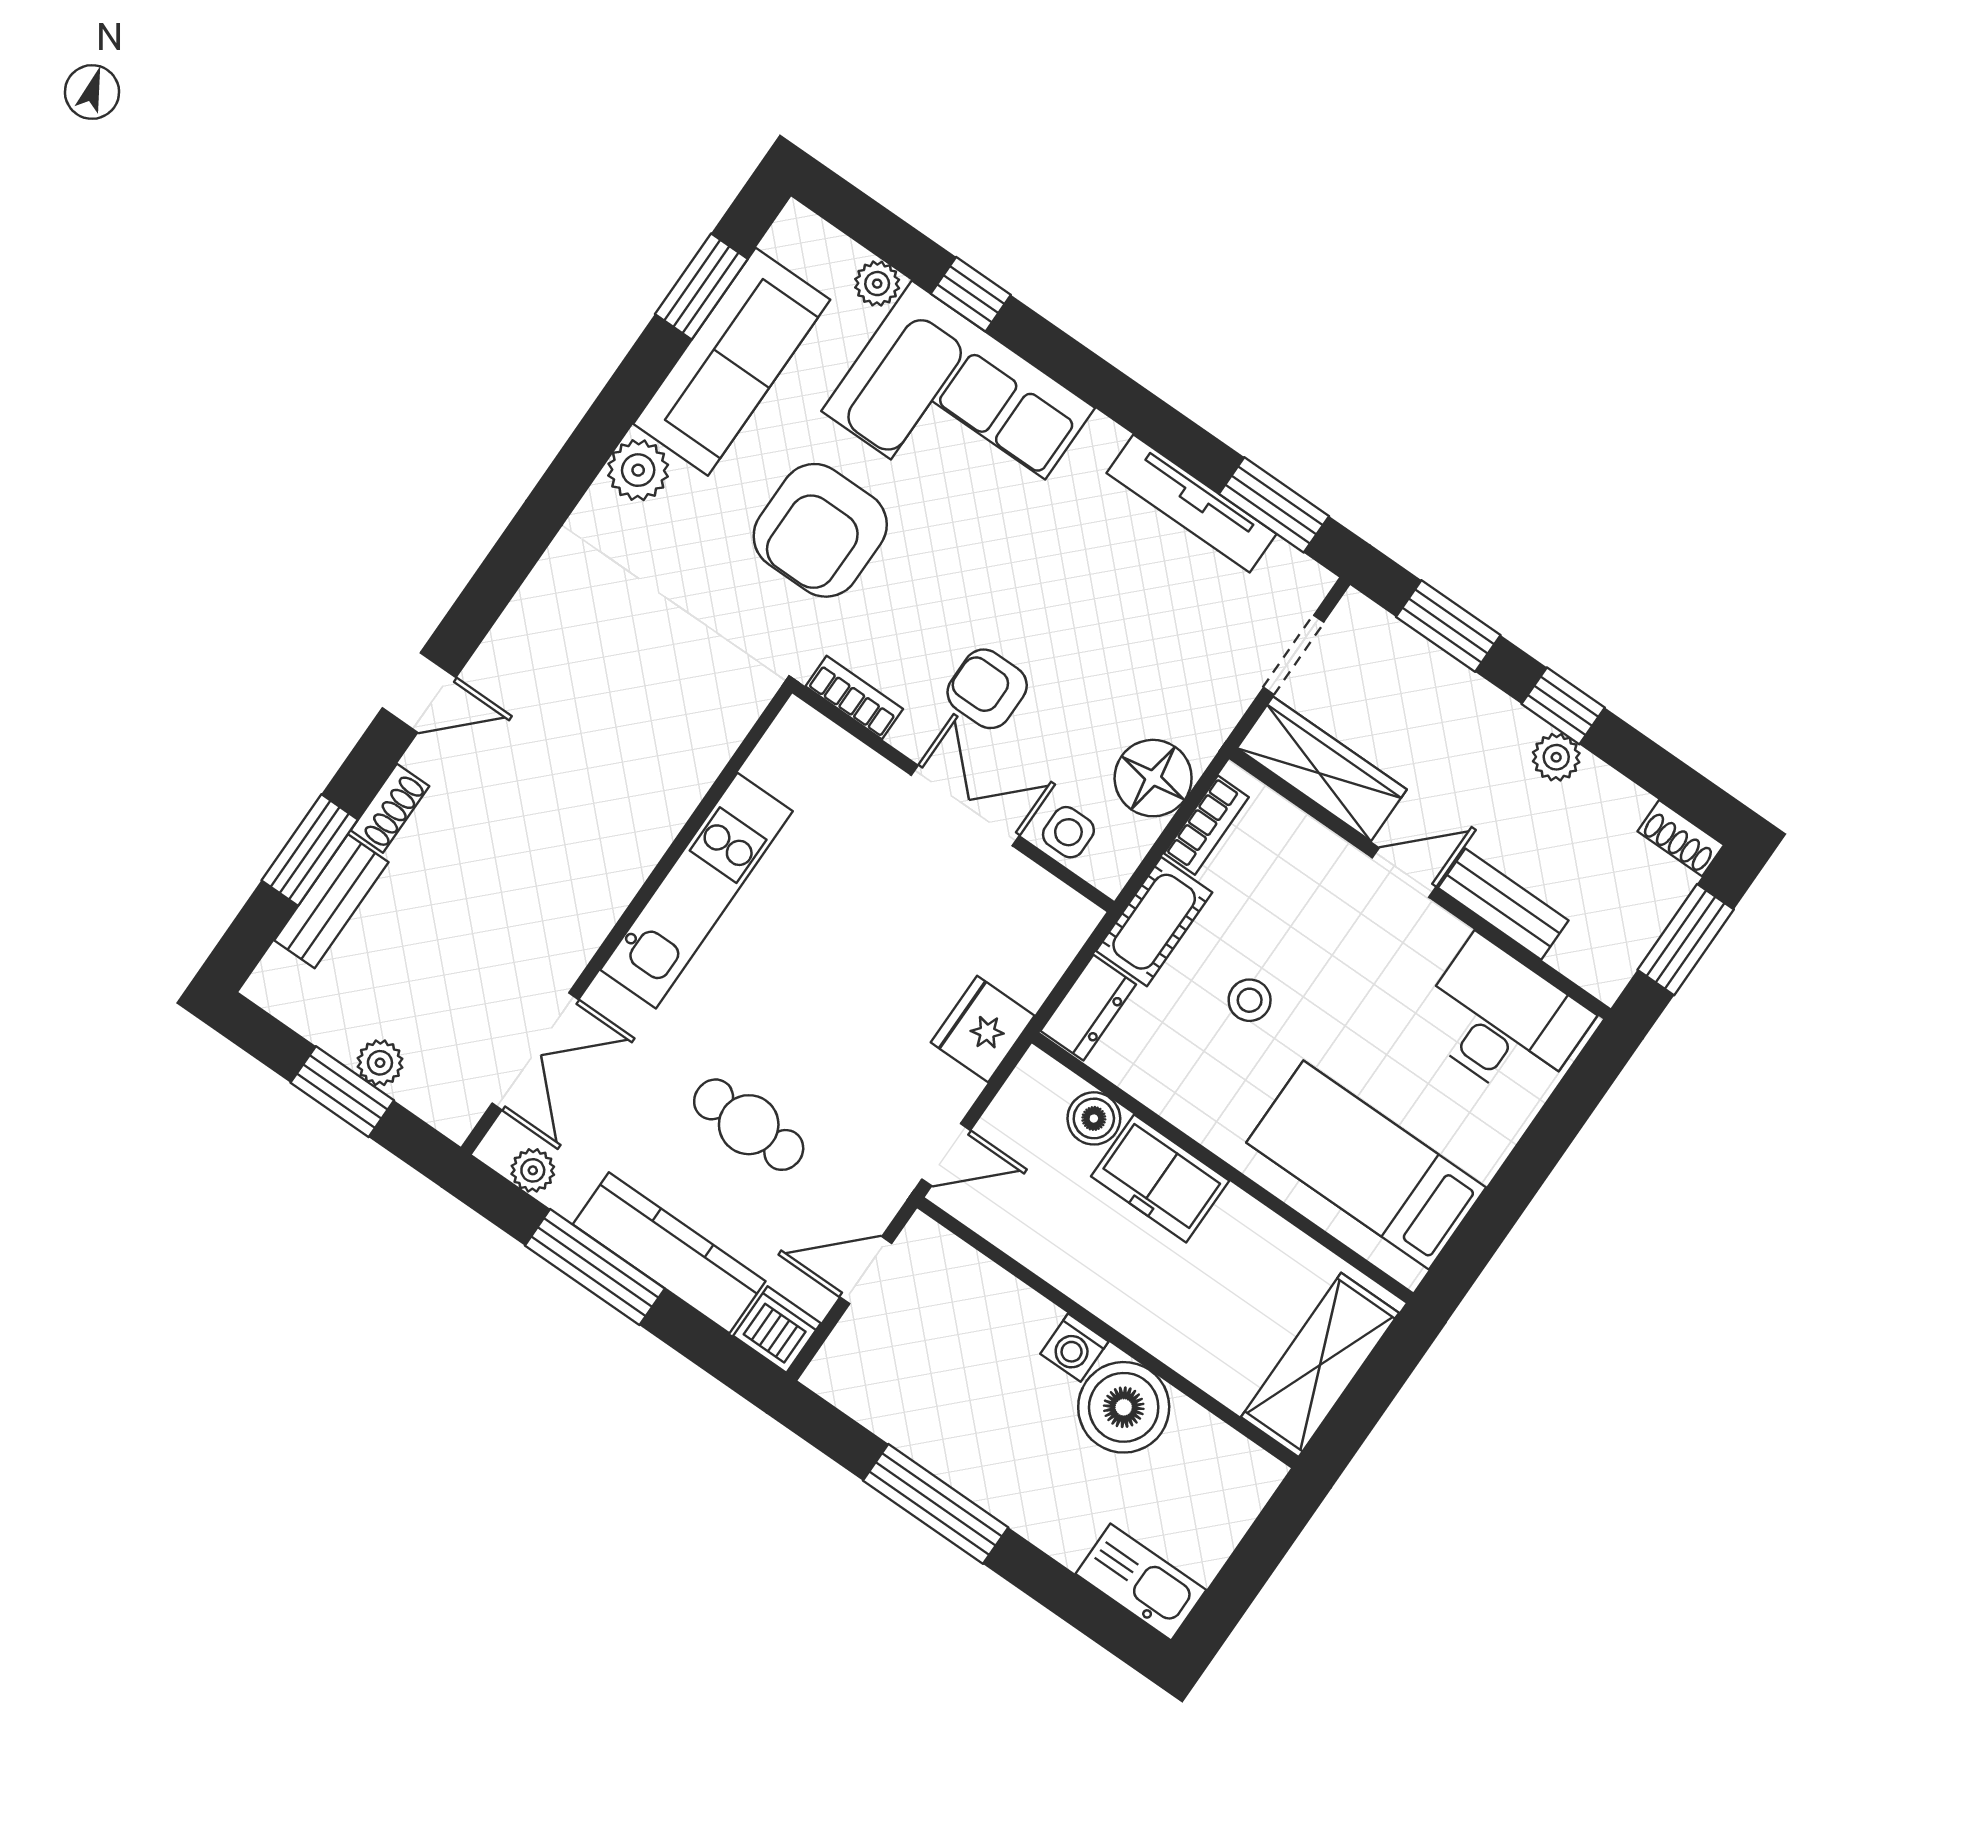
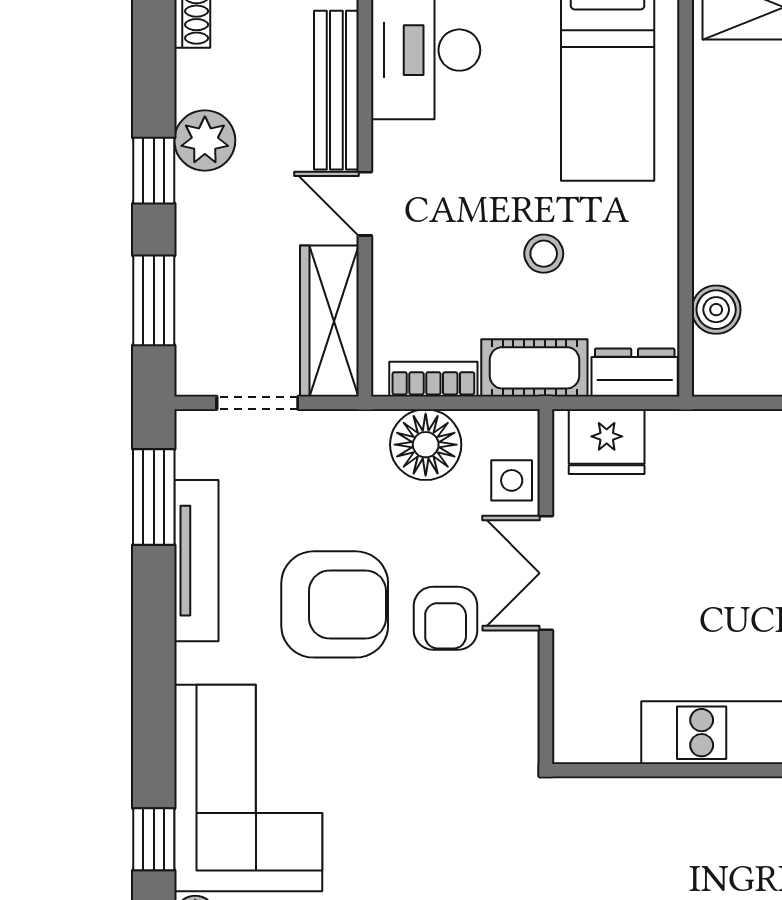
armchair: (820, 530) -> (335, 604), moved
bookcase: (854, 698) -> (522, 715), removed
plant: (1556, 757) -> (205, 140), width x1.38, depth x1.38
bench: (1503, 904) -> (336, 90), width x1.36
fridge: (983, 1029) -> (607, 442), moved
freezer: (1160, 1179) -> (727, 227), removed

